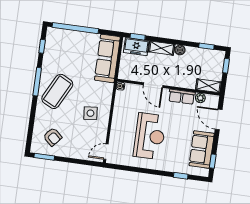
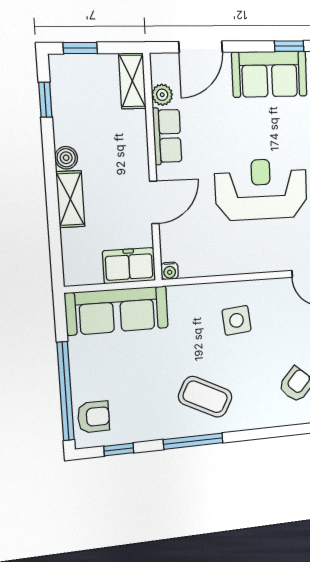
window: (138, 37) -> (56, 256), removed
armchair: (60, 38) -> (94, 417), added
freezer: (136, 47) -> (129, 266), moved, turned -90
coffee table: (57, 91) -> (205, 397), width x0.73, depth x0.76

